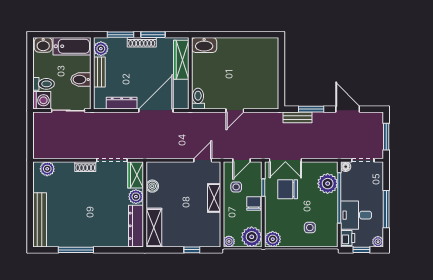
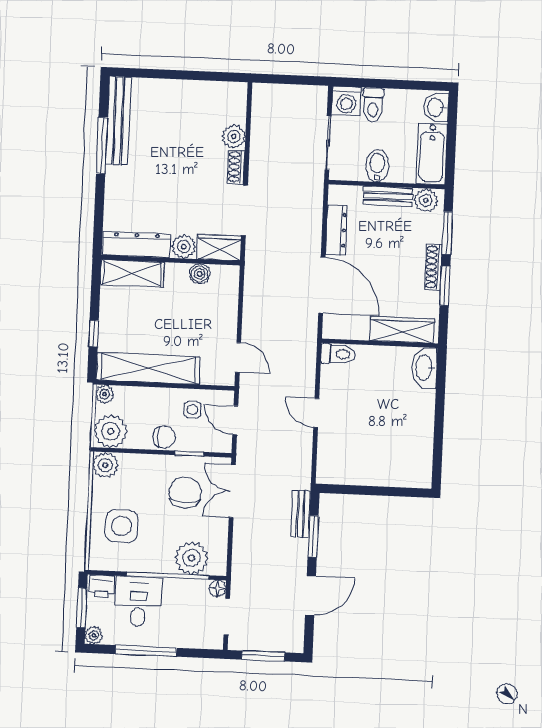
plant: (47, 169) -> (234, 136), moved
shelving: (214, 198) -> (148, 368), width x2.20, depth x1.33
bench: (40, 220) -> (118, 121), moved, turned 90
side table: (310, 228) -> (121, 526), width x1.87, depth x1.87
window: (361, 250) -> (82, 608), width x1.50

